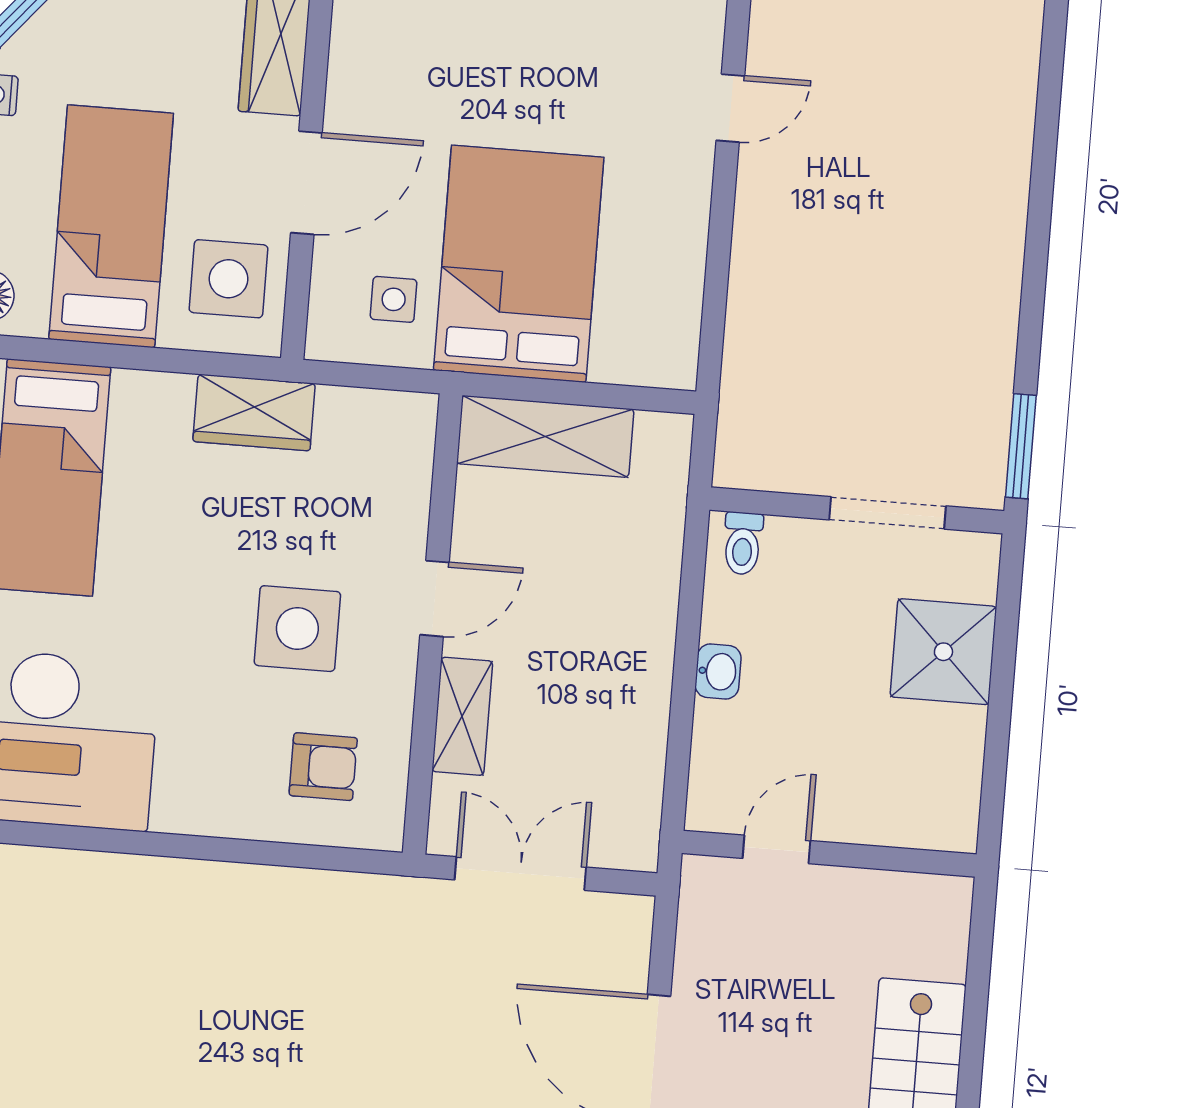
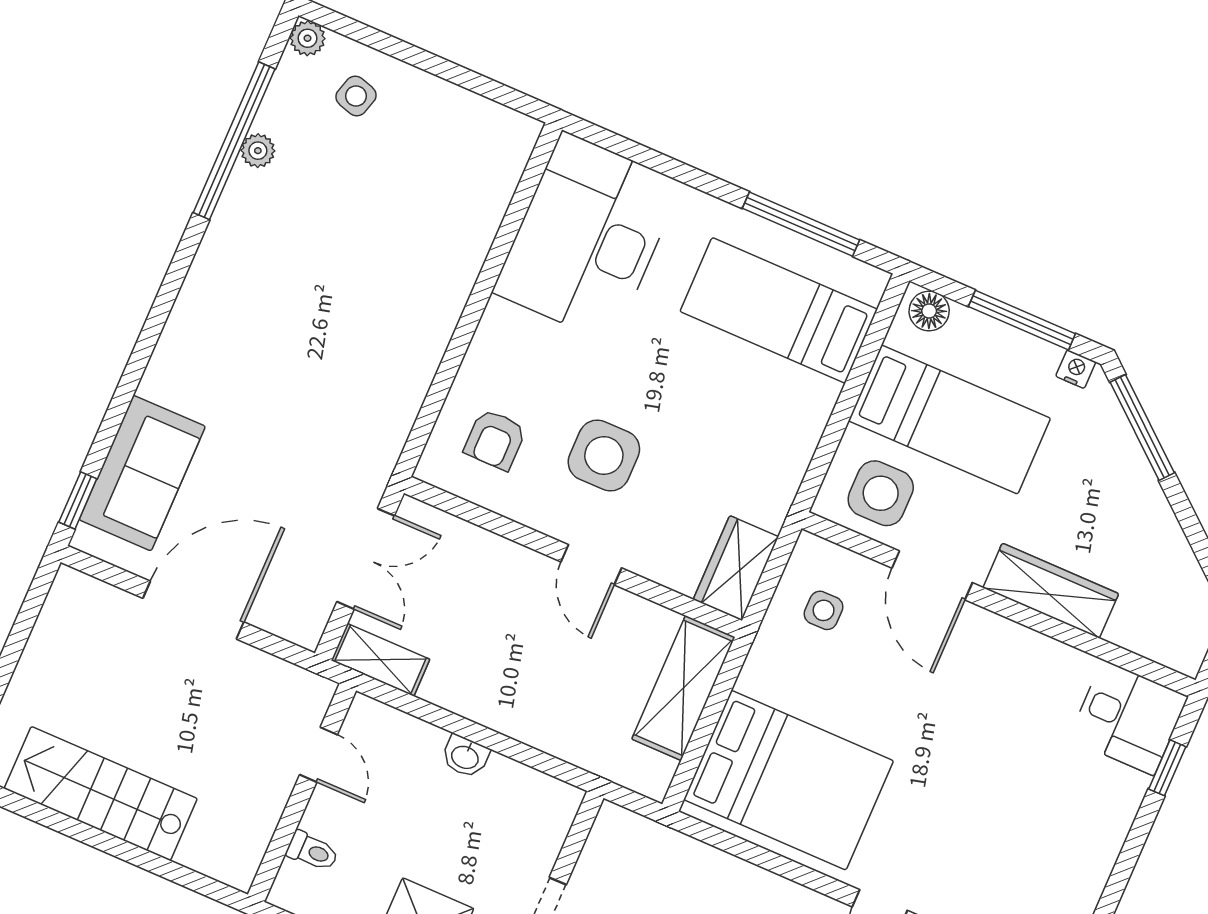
bed: (519, 264) -> (789, 780), moved
wardrobe: (254, 412) -> (736, 568), moved
toilet: (743, 543) -> (312, 851), moved, turned 180
shelving: (462, 716) -> (380, 660), moved

